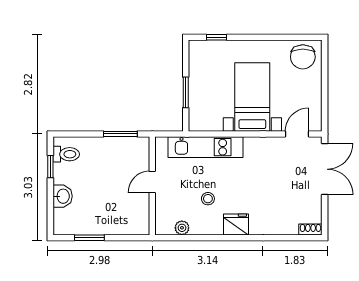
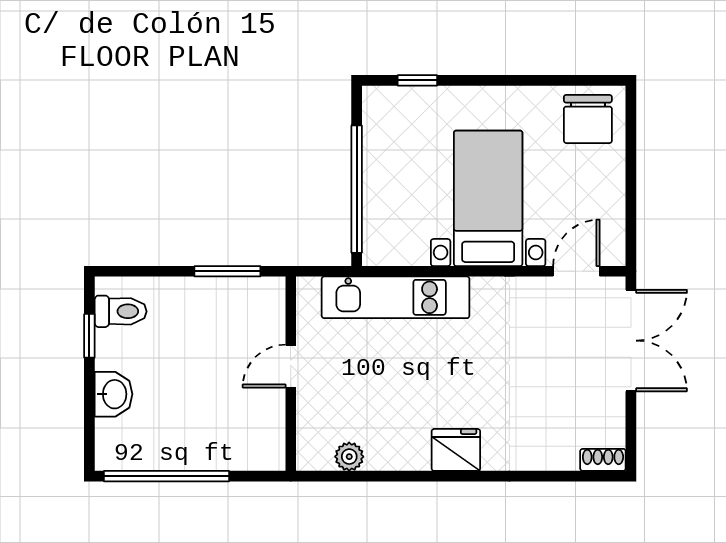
window: (186, 92) -> (357, 189), width x2.11
stool: (208, 199) -> (400, 399), removed
window: (89, 238) -> (167, 476), width x2.11

